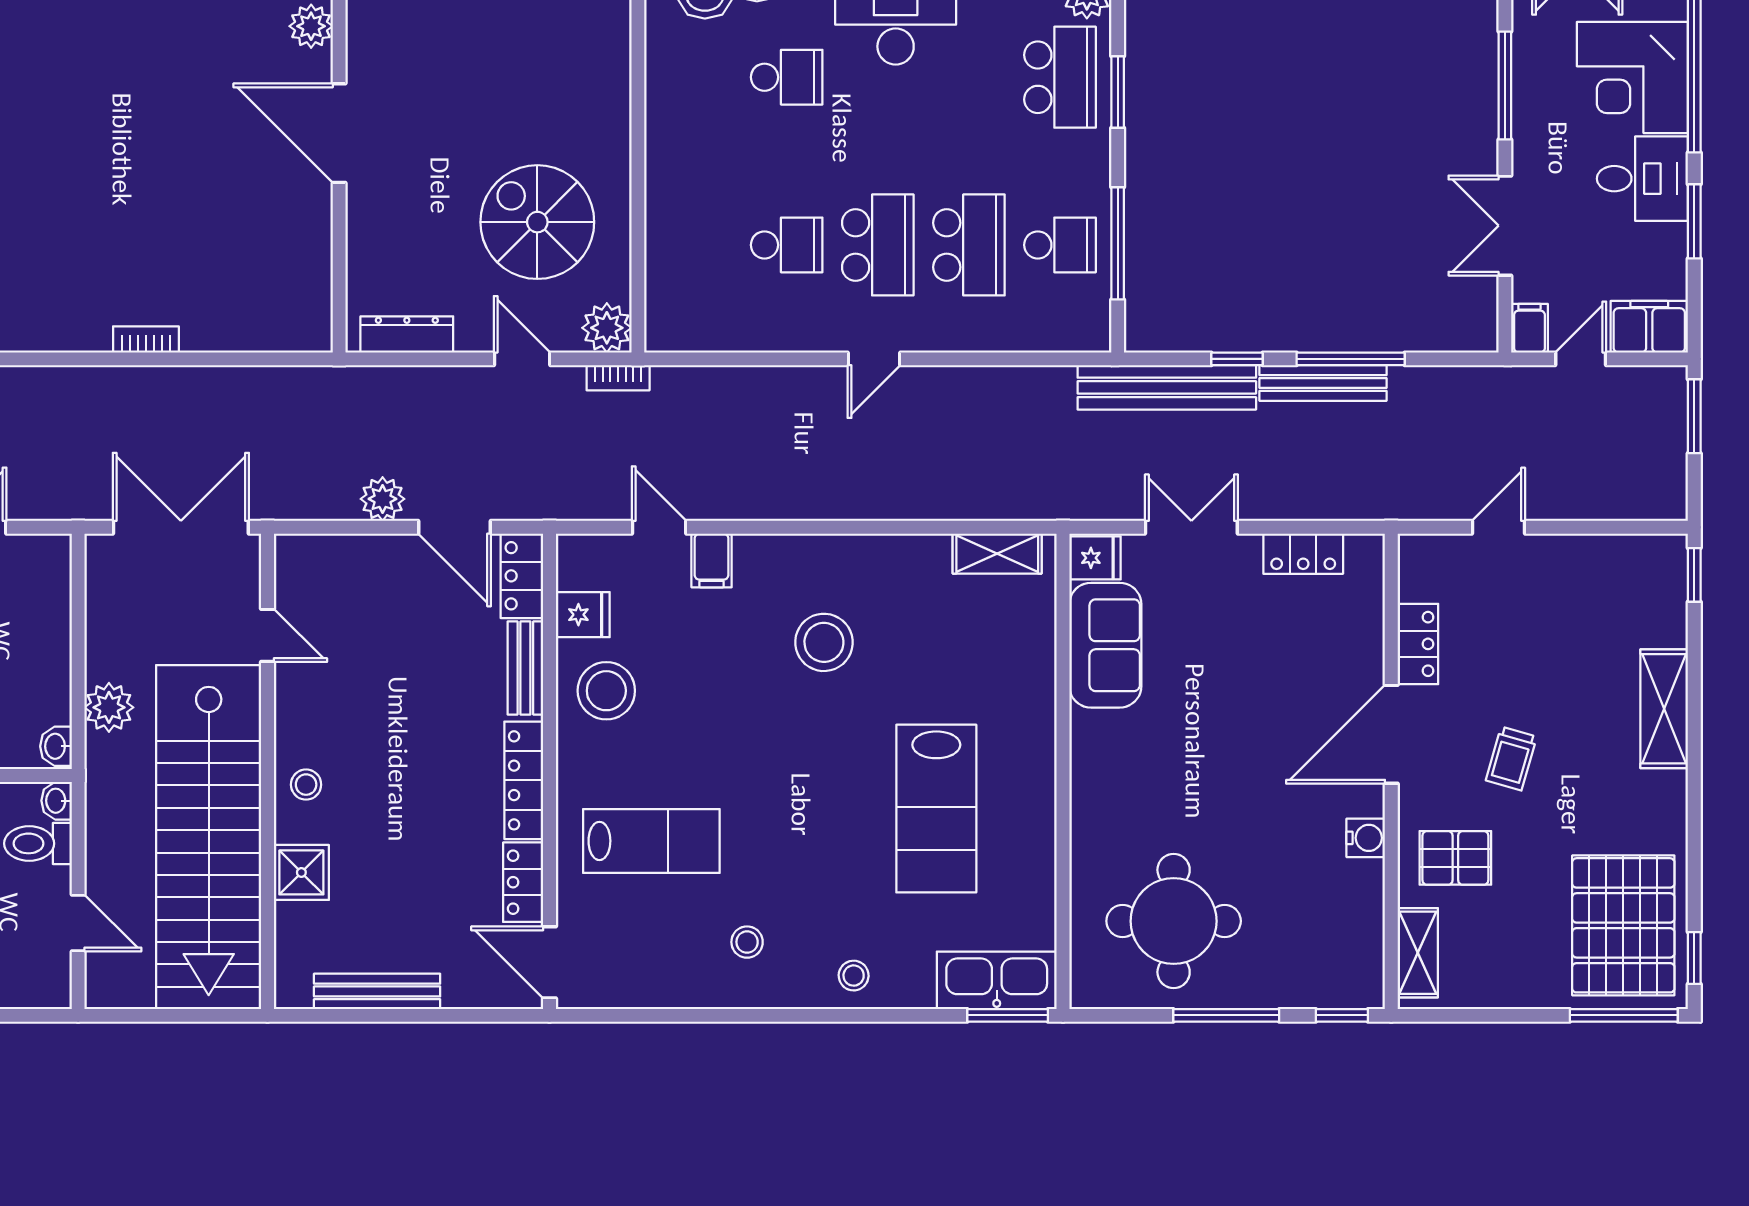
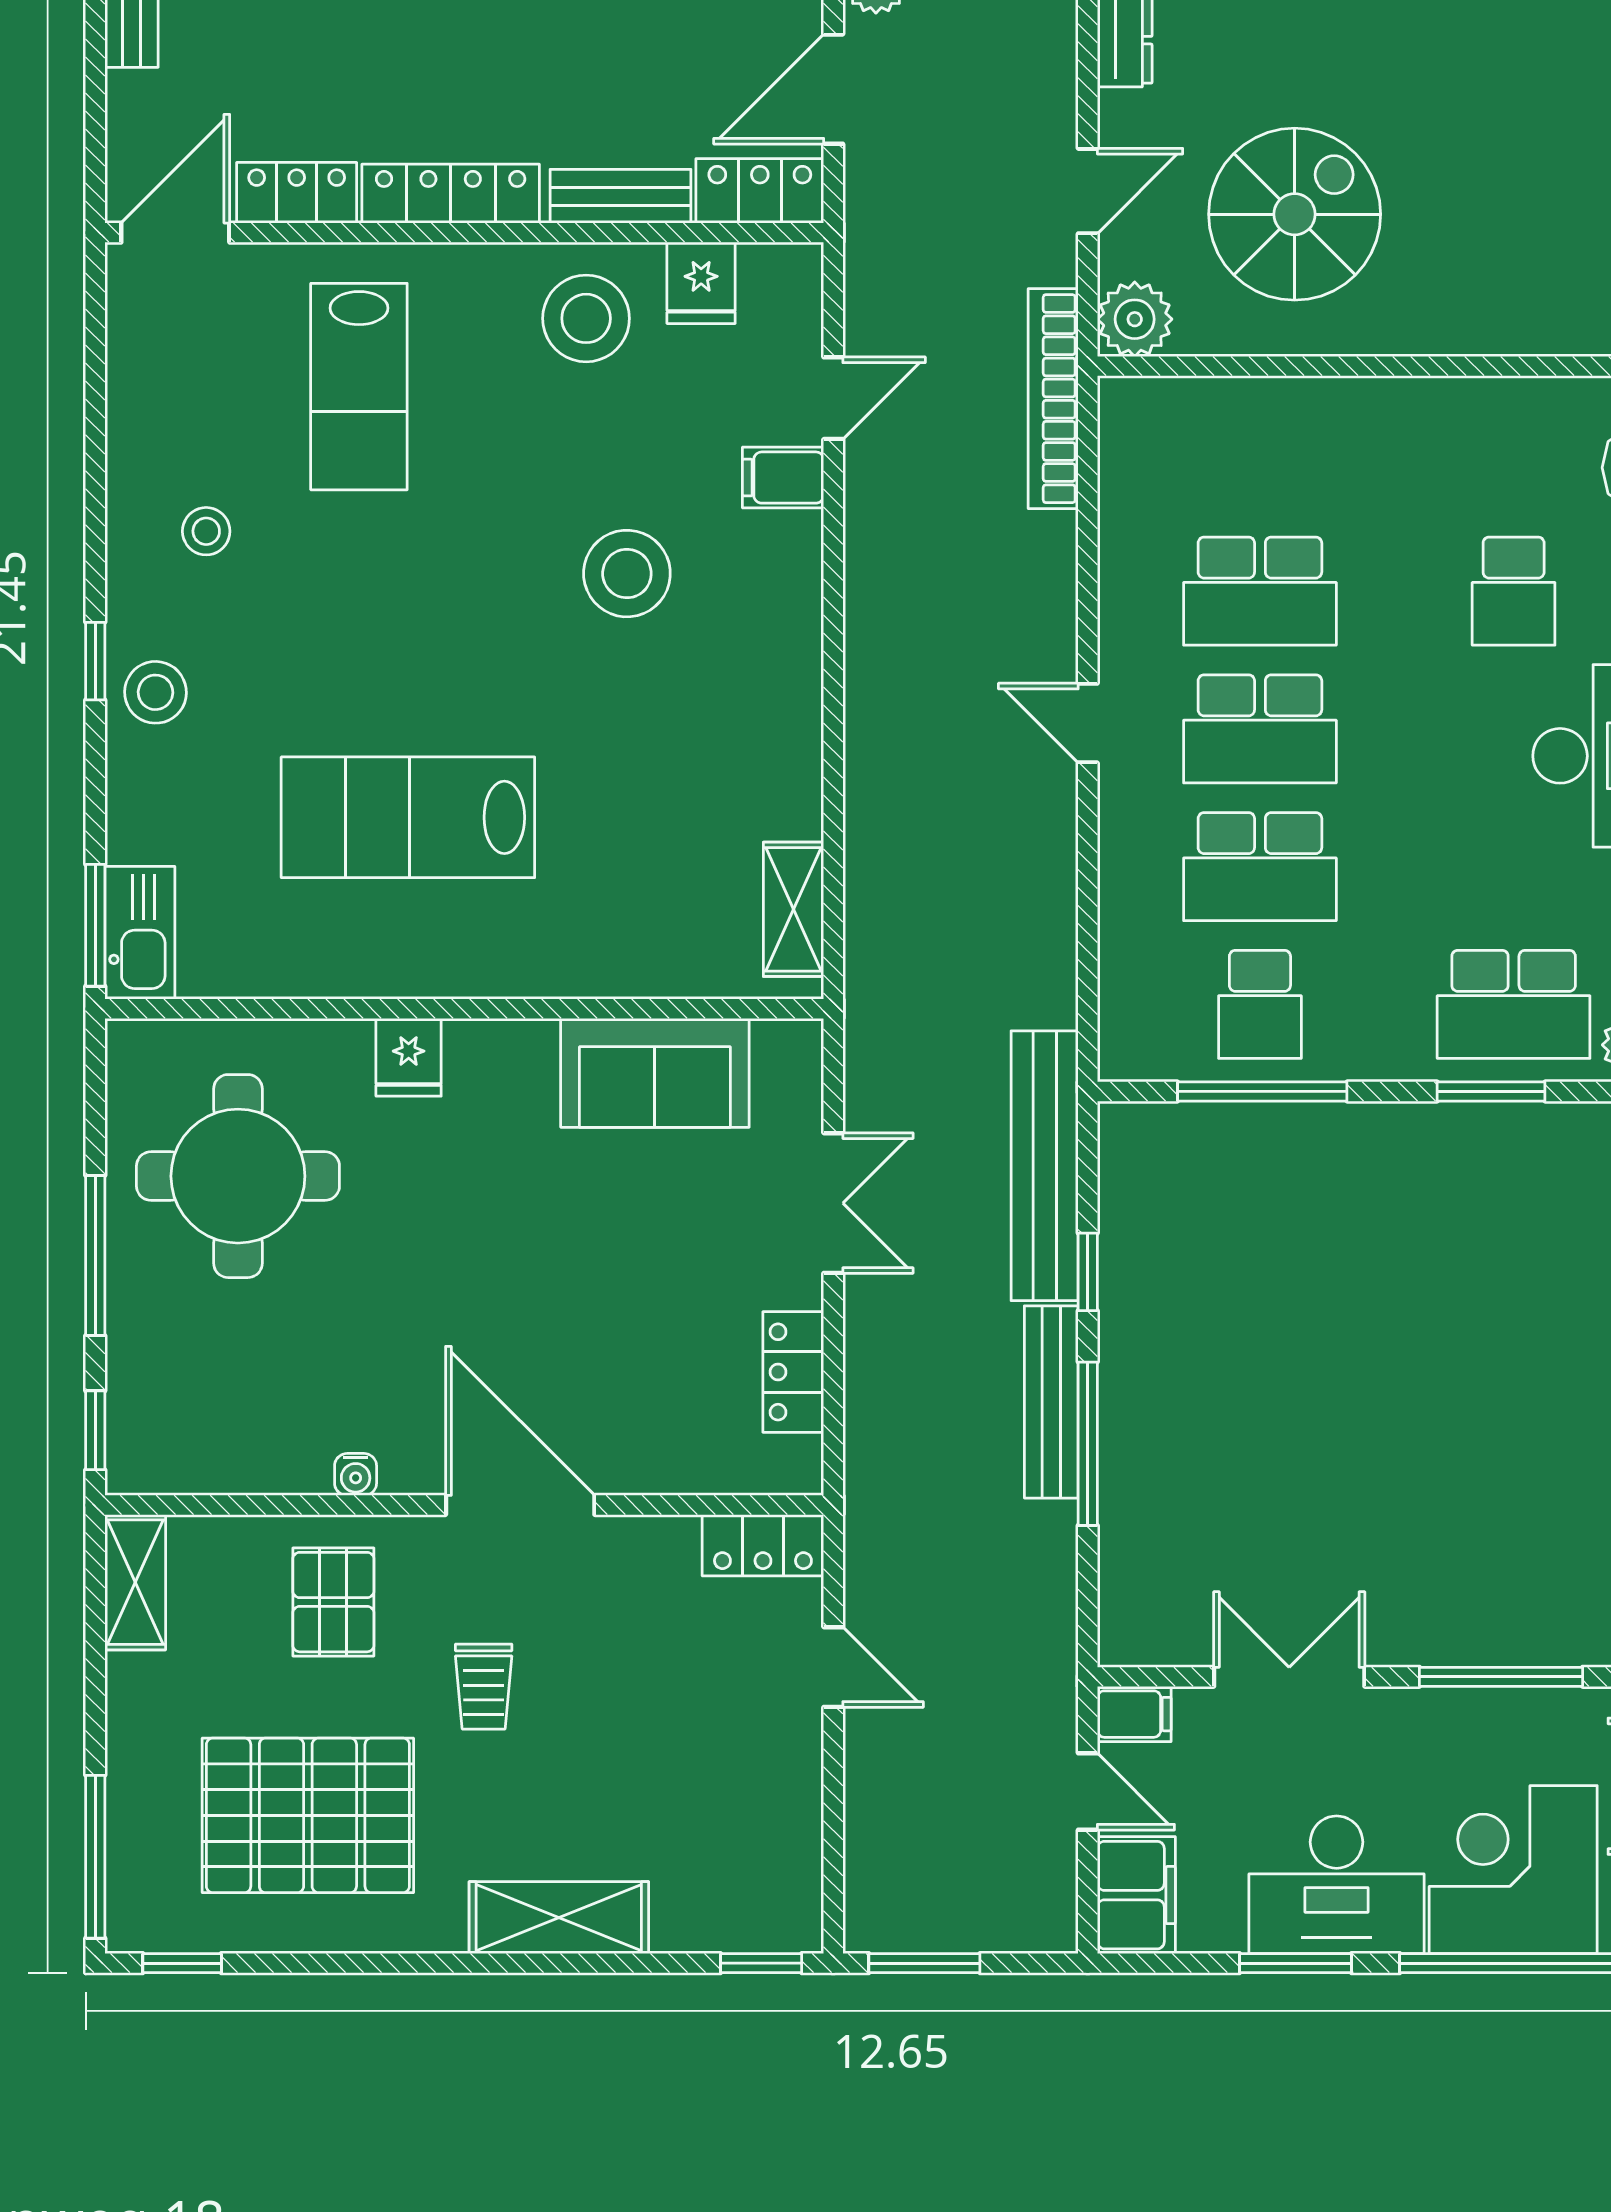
desk: (1642, 179) -> (1337, 1885), width x1.37
school desk: (787, 245) -> (1260, 591), width x1.85
bookcase: (618, 378) -> (1053, 399), width x2.31, depth x1.31
window: (1694, 416) -> (924, 1963), moved
fridge: (1095, 558) -> (409, 1057), moved
stool: (824, 642) -> (627, 574), moved
locker: (1418, 644) -> (763, 1545), moved
trolley: (1511, 758) -> (484, 1687), turned -106
water cooler: (1366, 838) -> (356, 1474), width x0.72, depth x0.72
pallet: (1623, 925) -> (308, 1815), moved
shelving: (1418, 953) -> (135, 1582), moved, turned 90
stool: (854, 976) -> (156, 692), width x1.37, depth x1.37
kitchen sink: (997, 980) -> (140, 933), width x0.73, depth x0.81
window: (833, 1015) -> (95, 661), added

